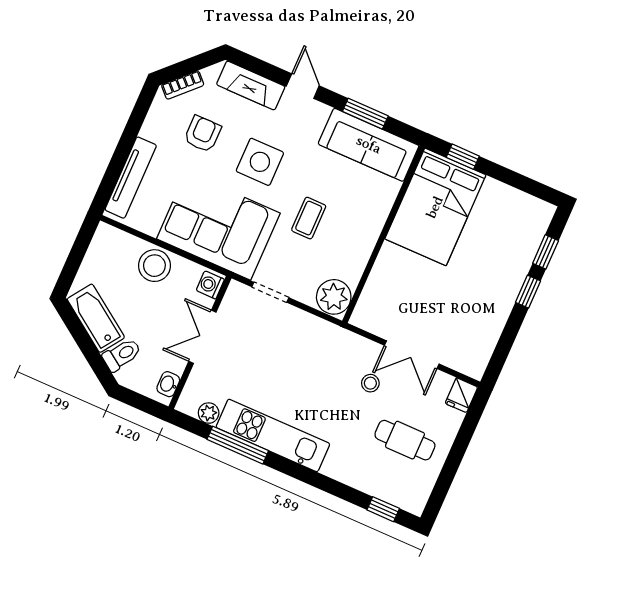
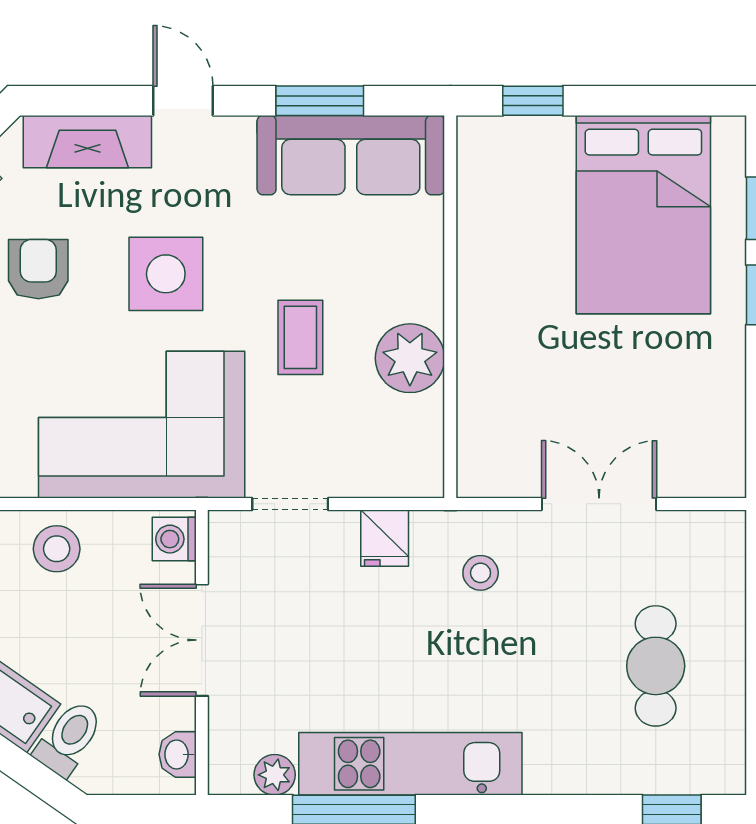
bed: (435, 207) -> (643, 215), moved
stool: (154, 266) -> (57, 549), width x0.73, depth x0.73
plant: (334, 297) -> (410, 358), moved
double door: (412, 355) -> (599, 504), swing flipped
stool: (370, 383) -> (481, 573), moved
fridge: (461, 395) -> (385, 538), moved
cafe table: (405, 440) -> (656, 666), turned 90

